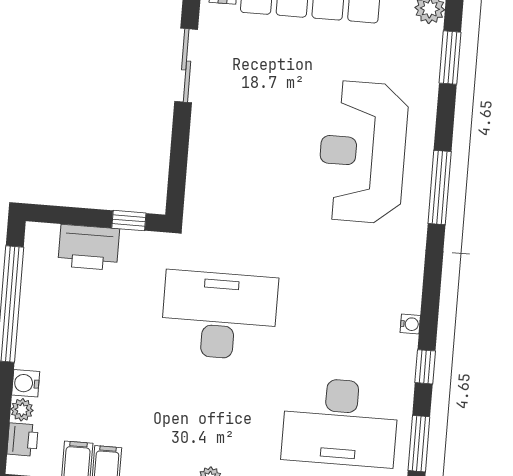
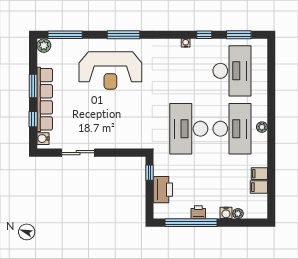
window: (450, 58) -> (65, 35), width x1.44
desk: (211, 412) -> (232, 129), added
printer: (23, 440) -> (198, 212), moved

